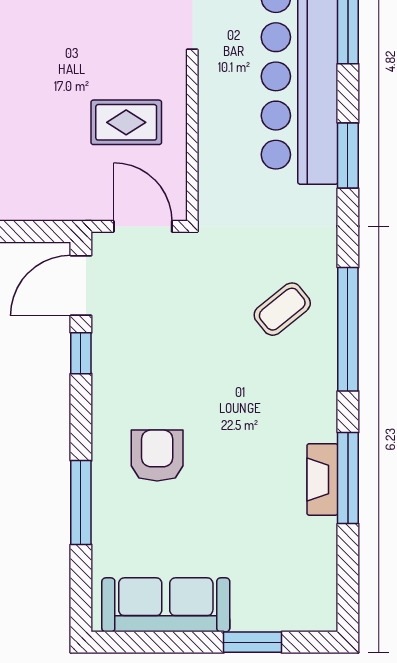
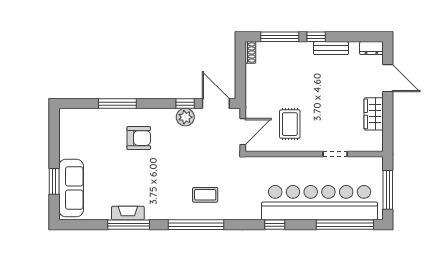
window: (348, 156) -> (275, 225), width x0.67
coffee table: (282, 309) -> (205, 195), turned -51
plant: (111, 353) -> (185, 117), added
sofa: (166, 605) -> (71, 188), moved

